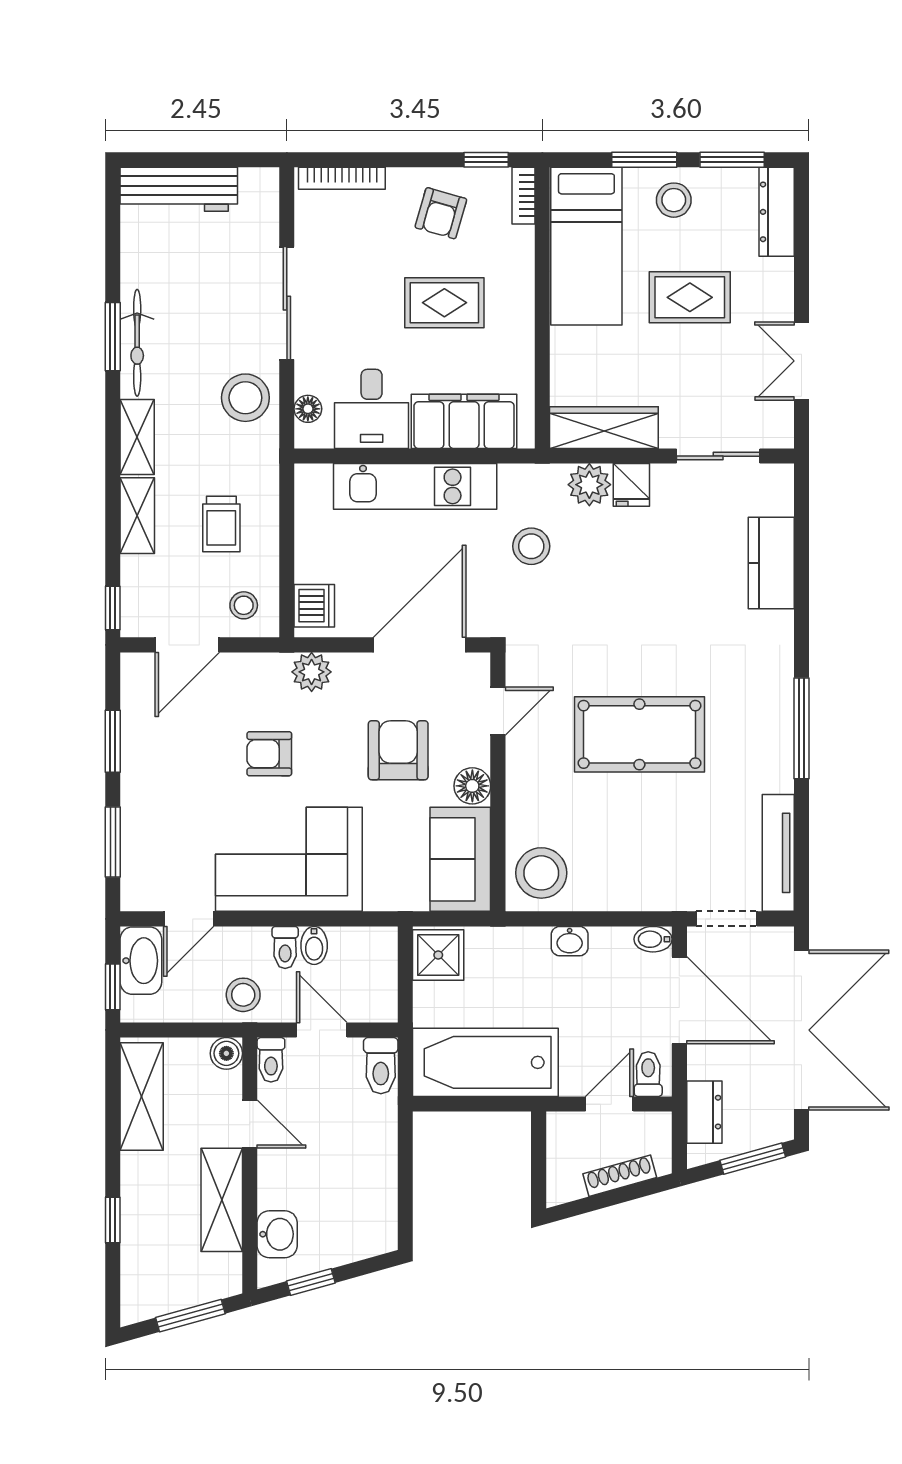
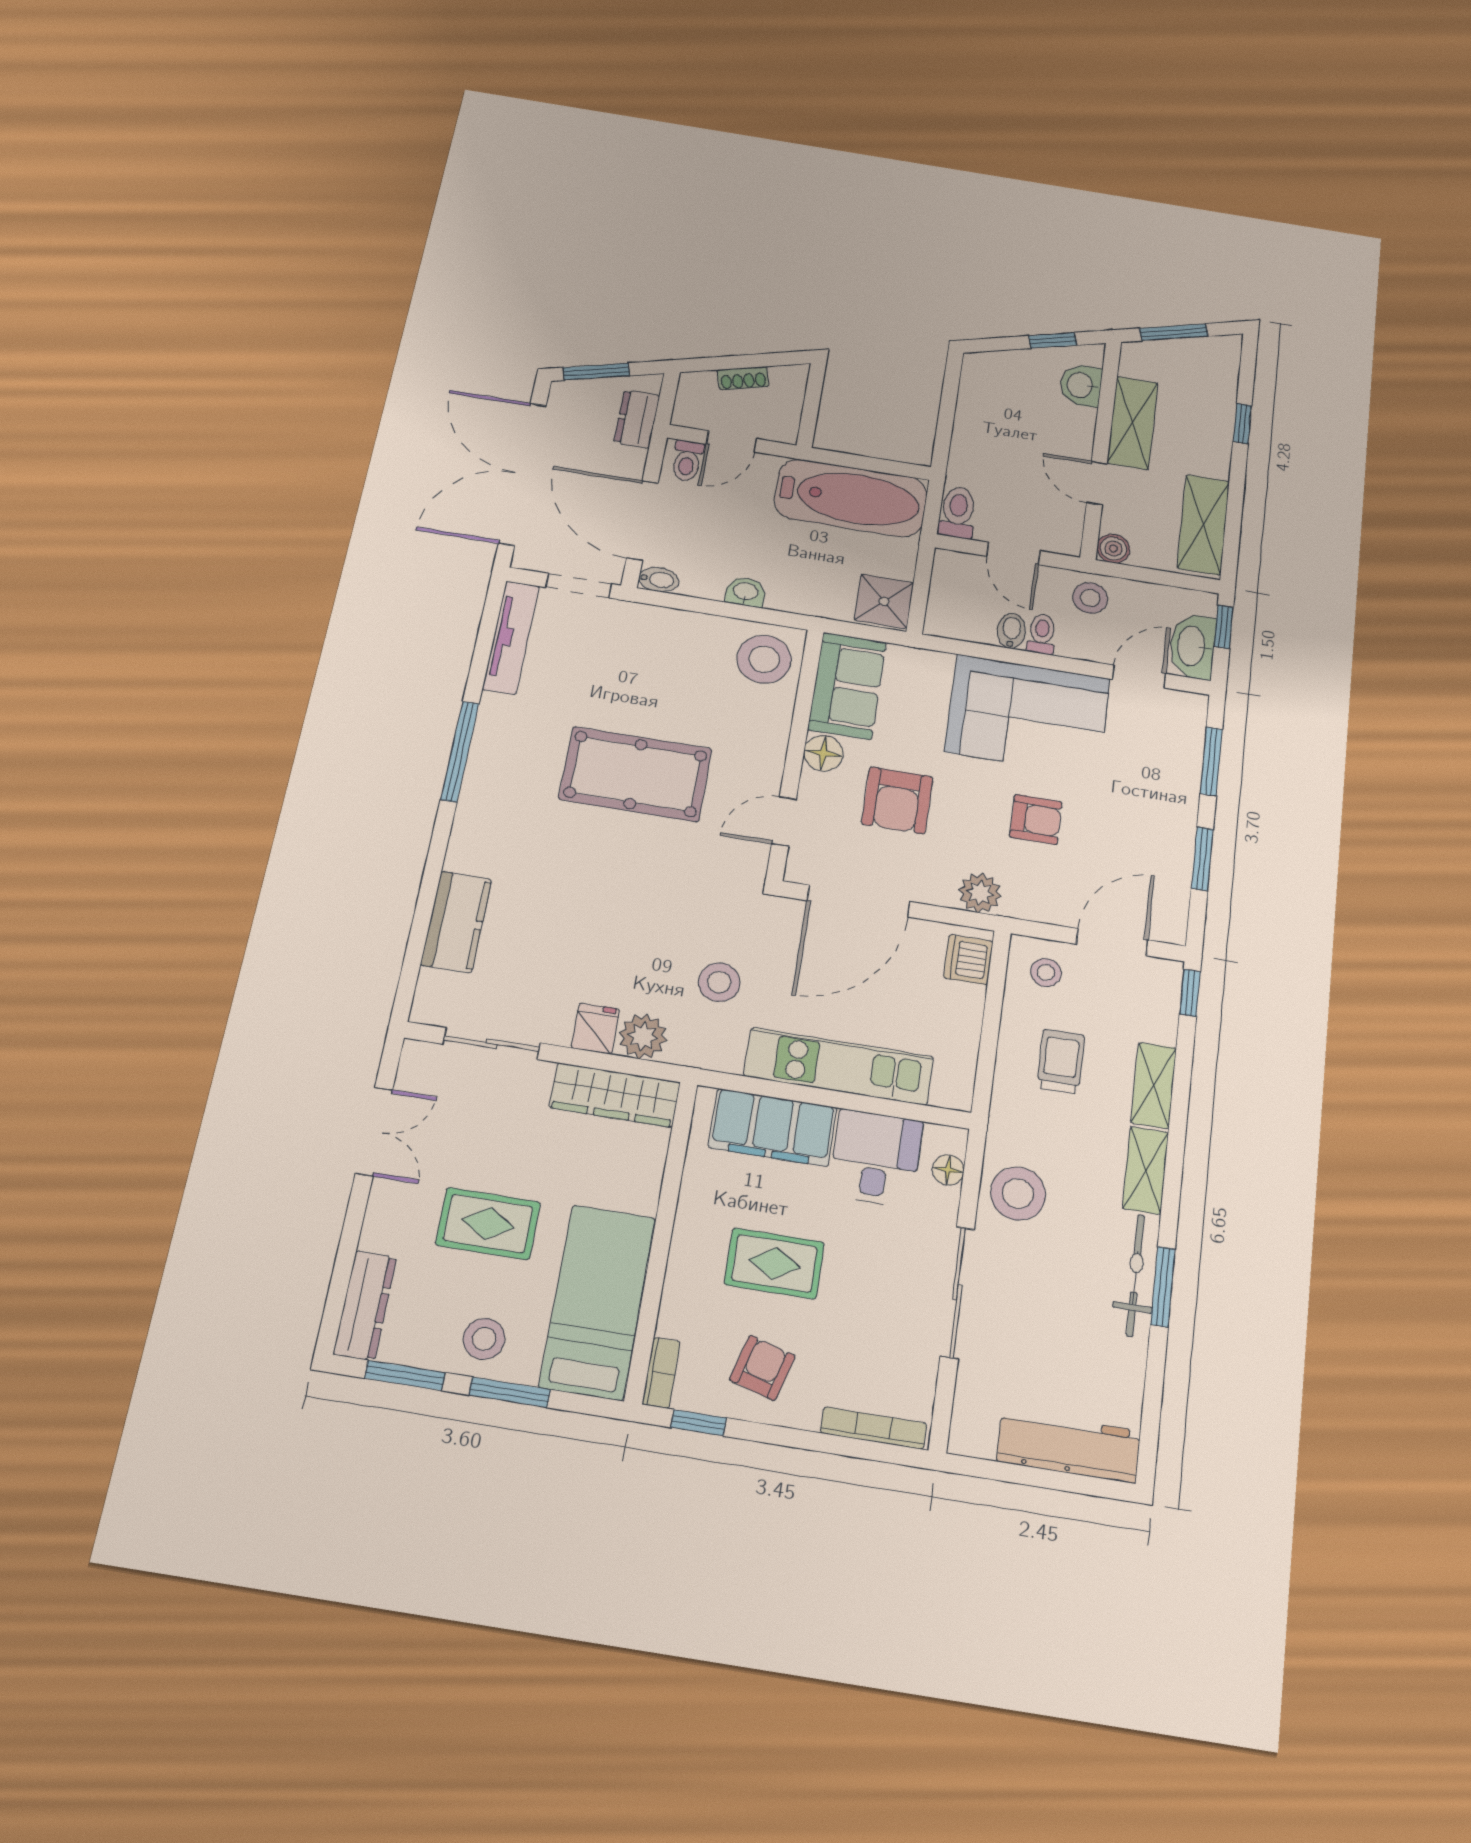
toilet: (271, 1060) -> (1069, 536), removed
shoe rack: (620, 1176) -> (743, 378), width x0.70

